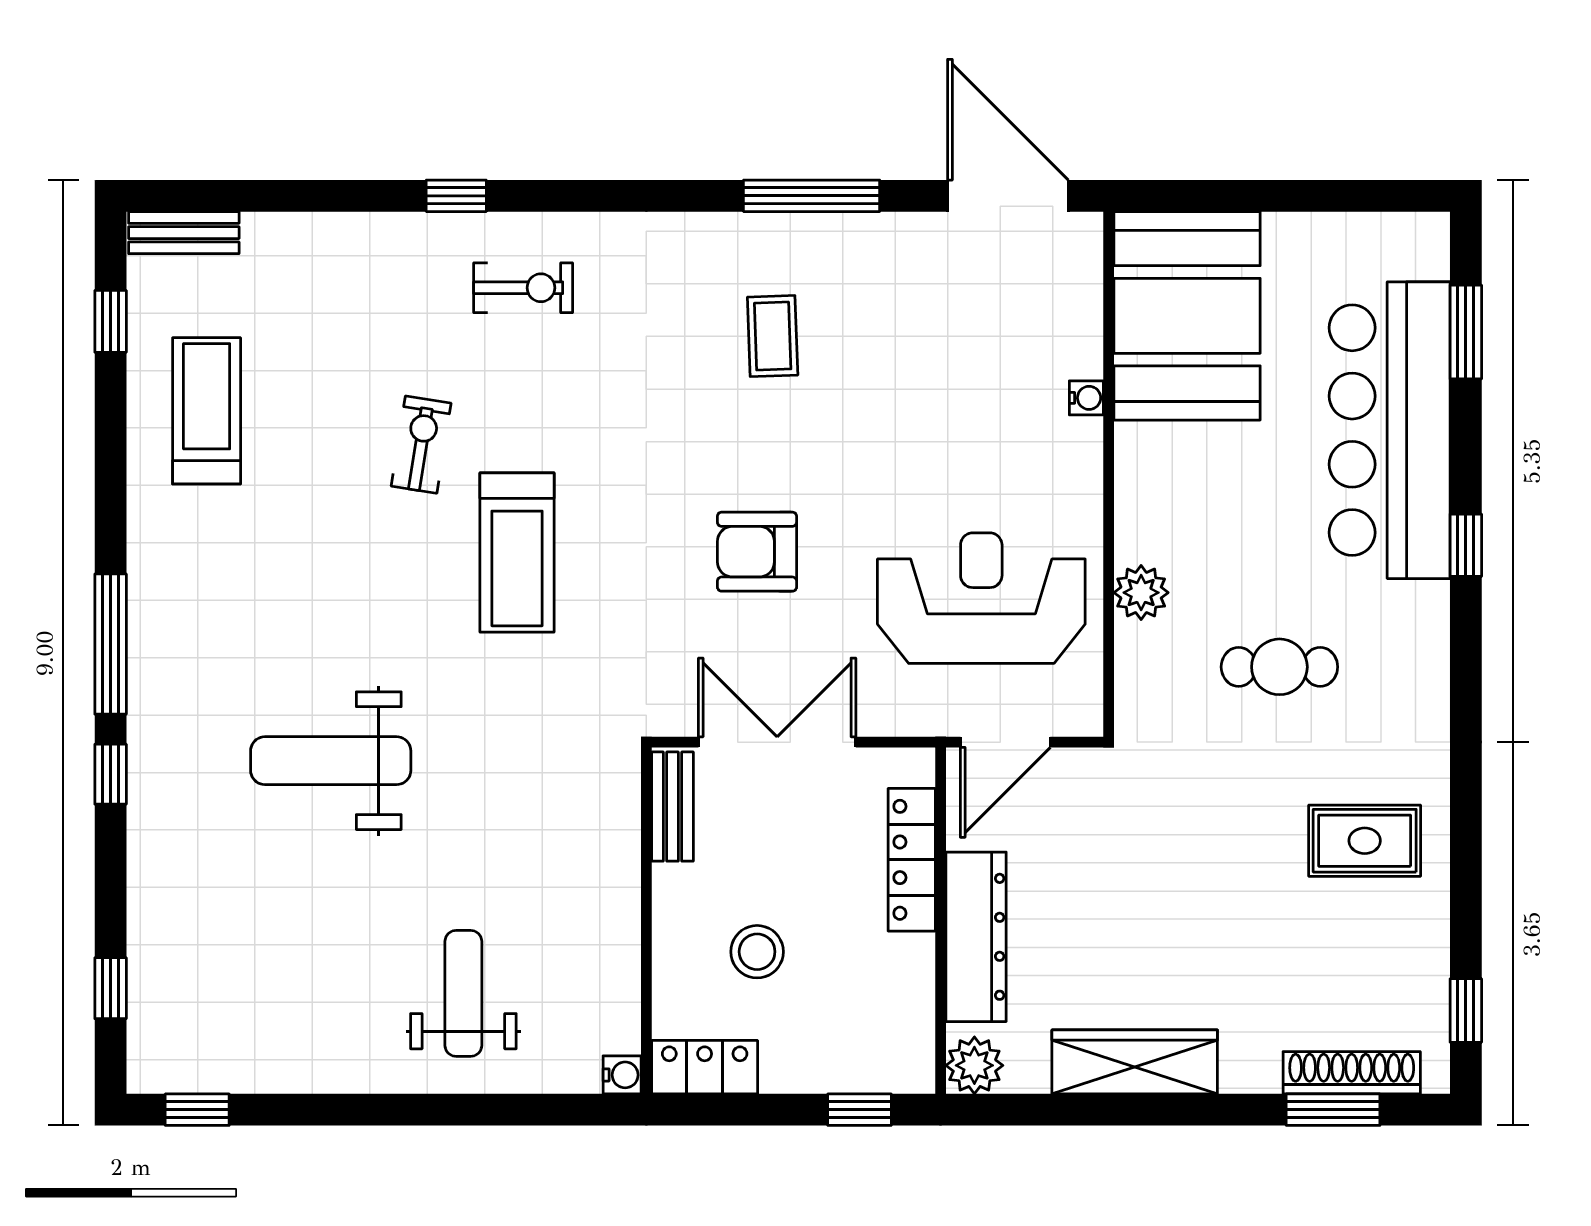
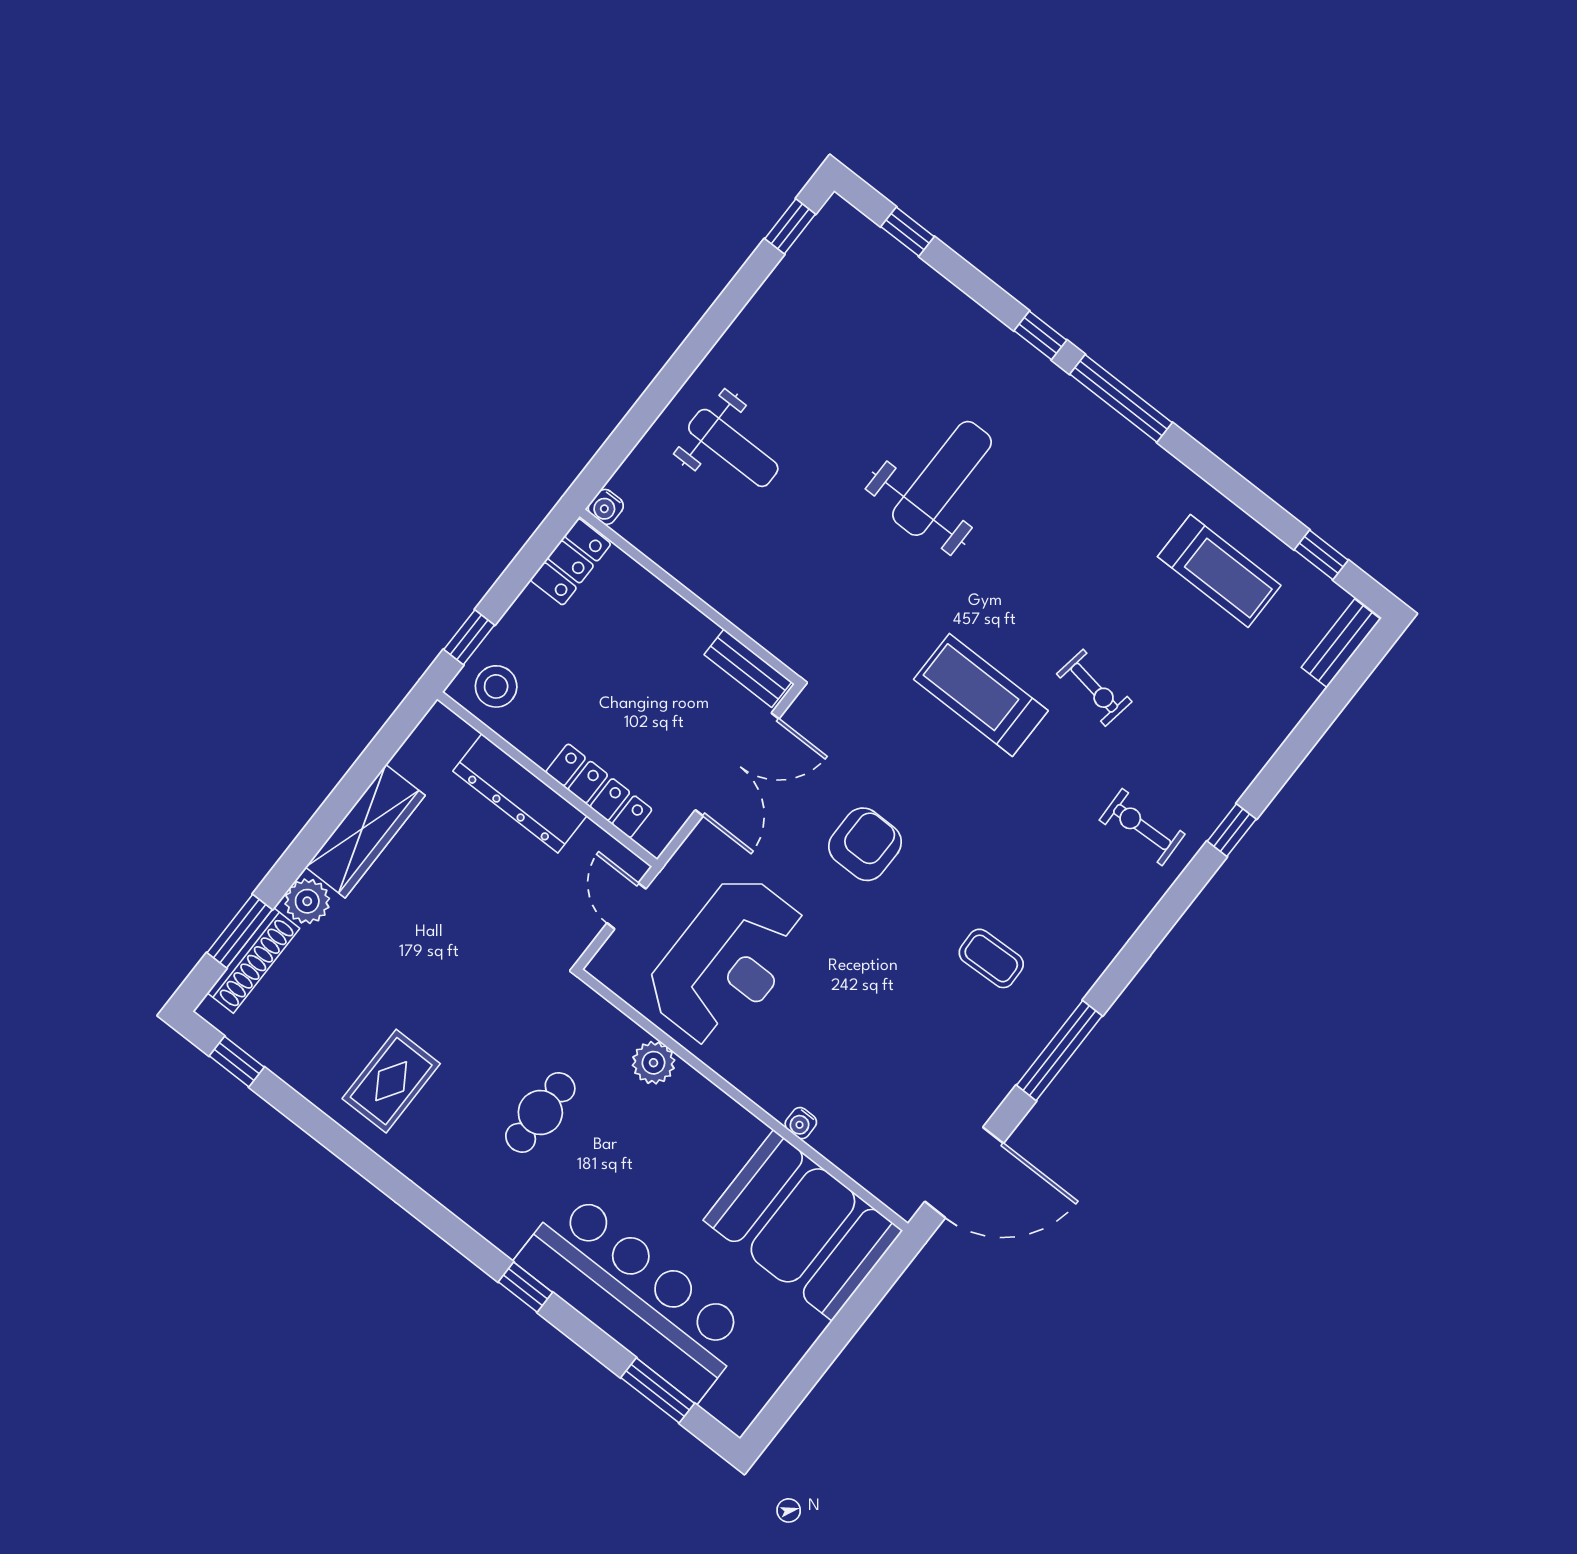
exercise bike: (523, 288) -> (1142, 827), turned 88
door: (1005, 742) -> (627, 906), width x0.73
stool: (757, 952) -> (496, 686), moved
plant: (974, 1065) -> (307, 901), moved

